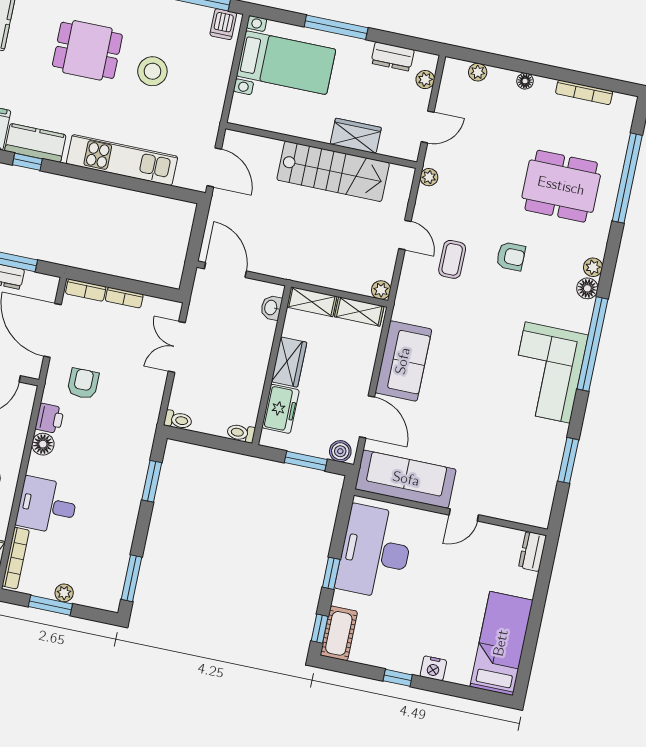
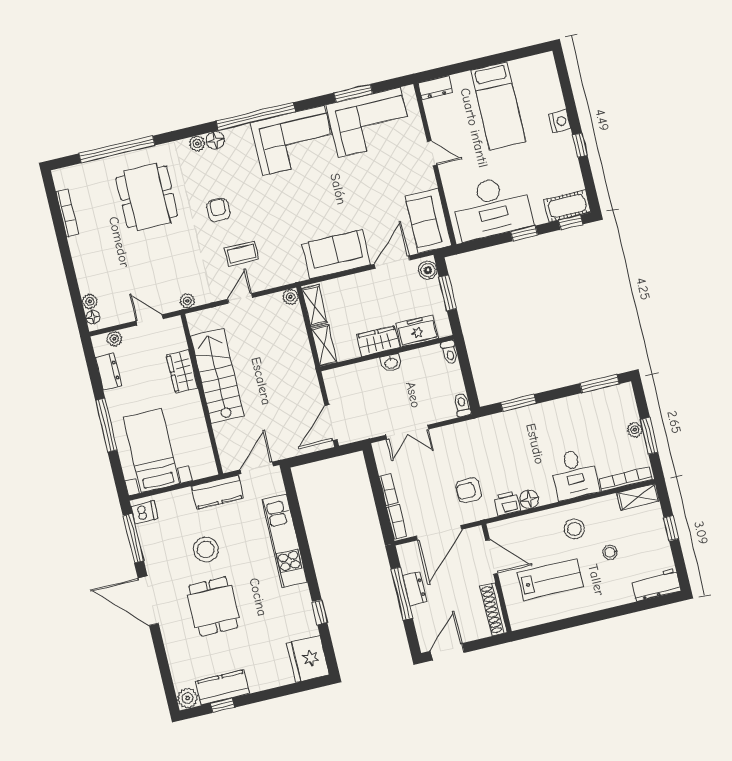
floor lamp: (525, 81) -> (93, 317), moved
kitchen counter: (35, 143) -> (218, 492), moved, turned -90
washbasin: (271, 308) -> (391, 363), moved
corner sofa: (529, 463) -> (369, 122), added
sofa: (406, 479) -> (428, 221), width x0.73
bed: (501, 643) -> (498, 106), moved, turned -90

